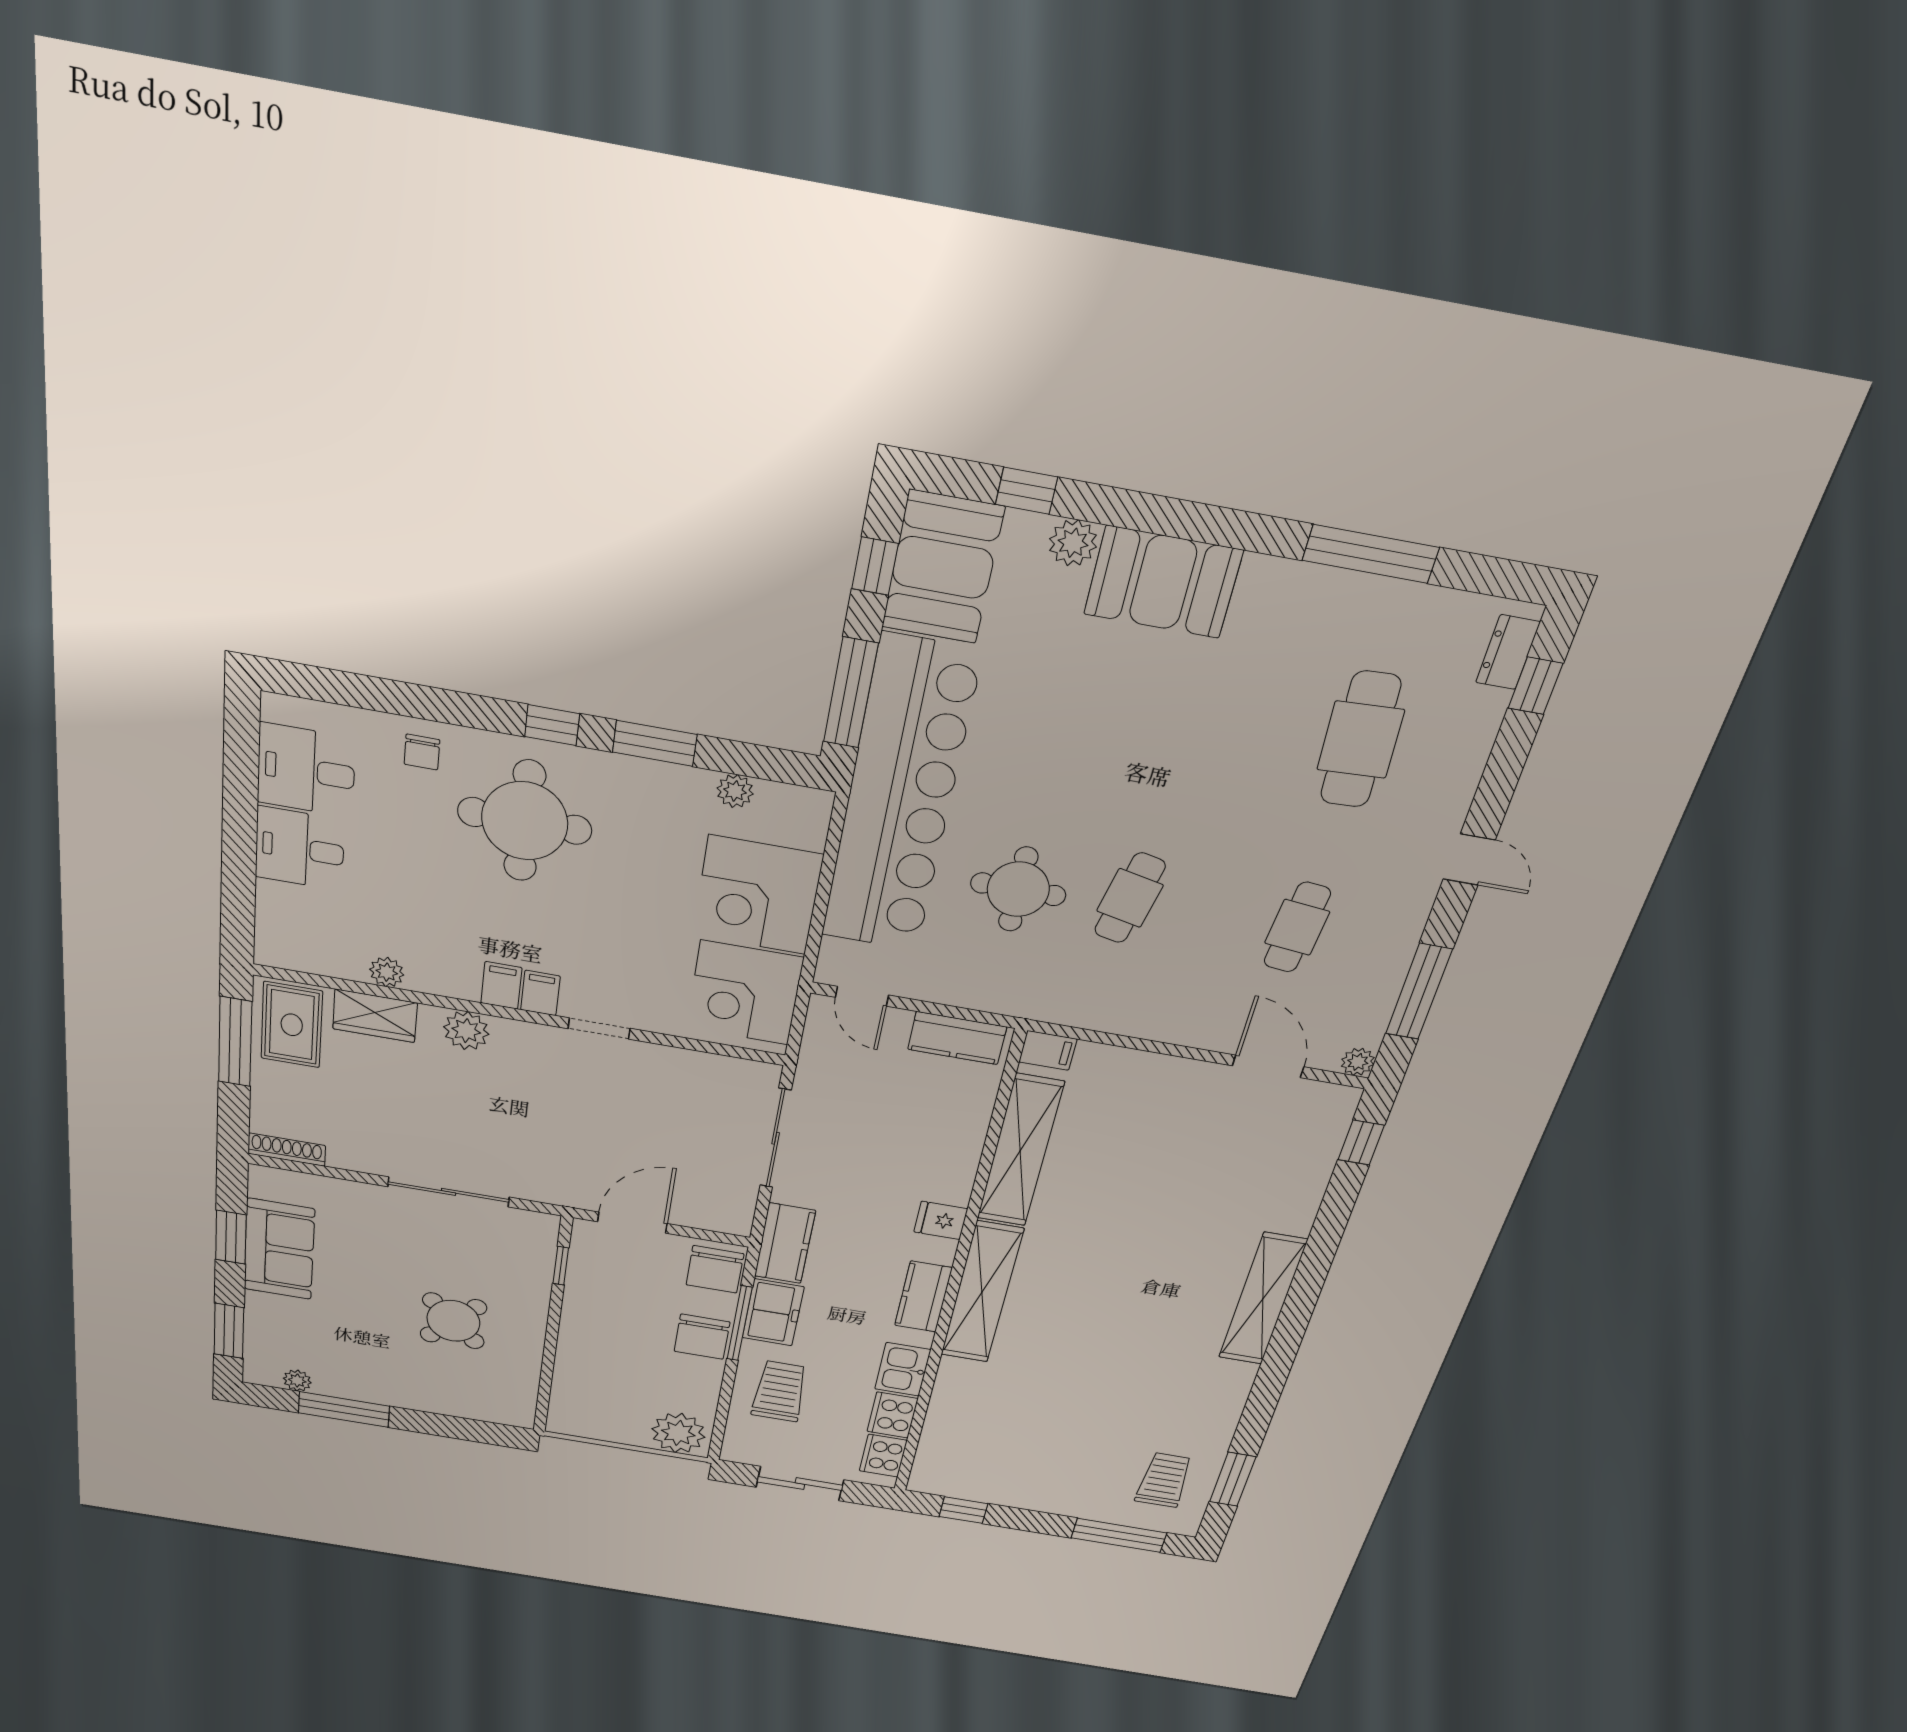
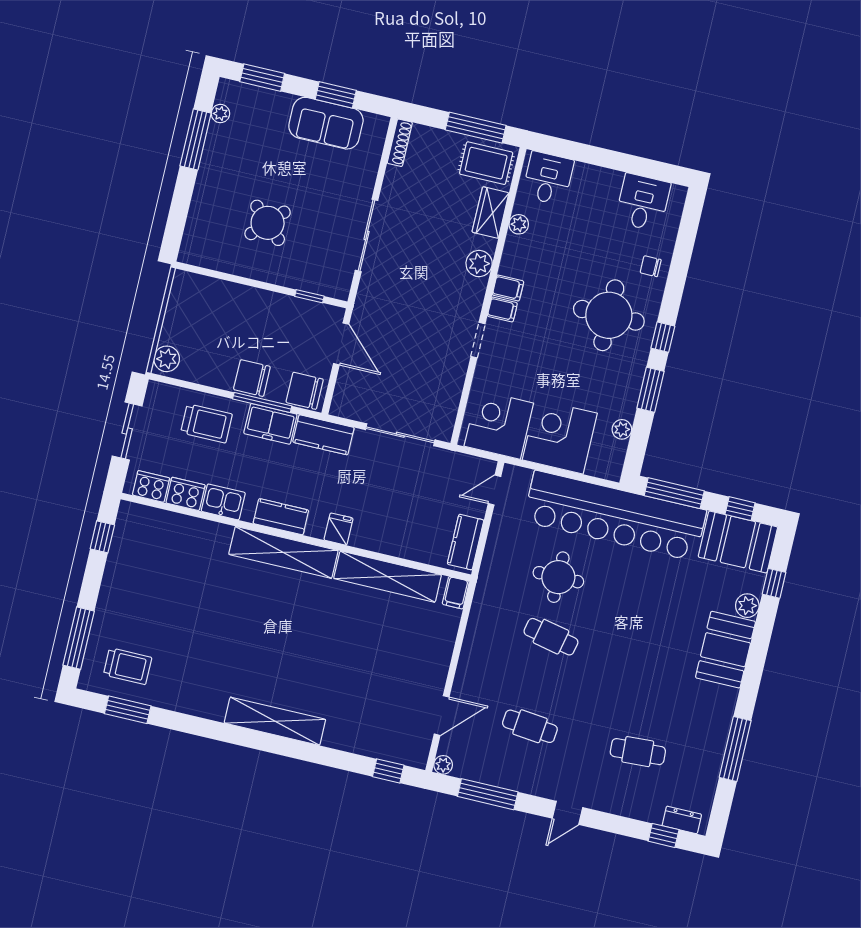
cafe table: (1361, 740) -> (638, 752), width x0.73, depth x0.74
desk: (300, 848) -> (548, 178), moved
plant: (678, 1433) -> (167, 359), width x0.73, depth x0.73

